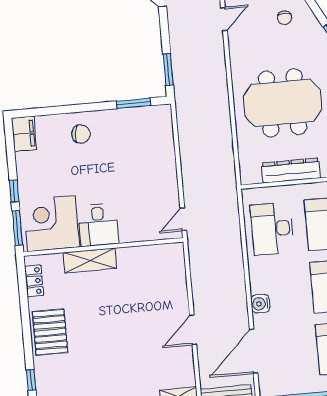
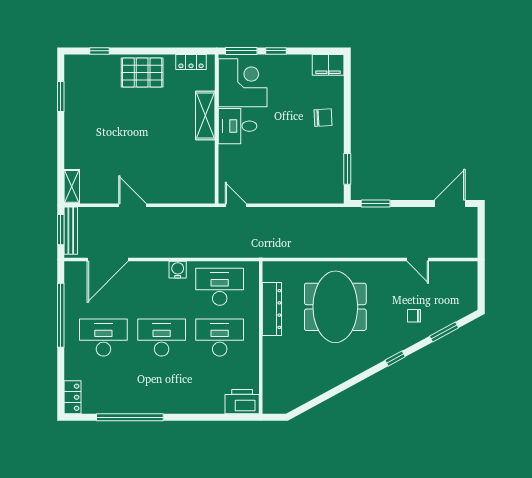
chair: (81, 134) -> (323, 118), turned -100
water cooler: (260, 304) -> (178, 270), moved
door: (254, 351) -> (108, 259), swing flipped

